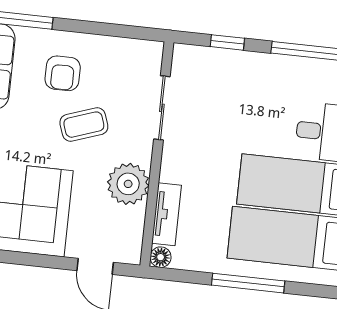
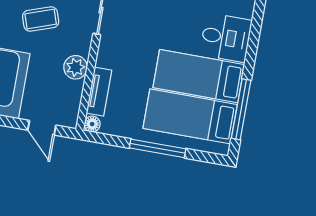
plant: (128, 184) -> (75, 67), width x0.73, depth x0.73

